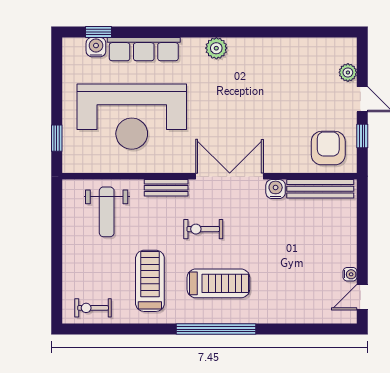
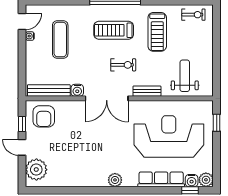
plant: (73, 48) -> (206, 180), added
plant: (348, 72) -> (36, 170), width x1.87, depth x1.87
exercise mat: (302, 269) -> (60, 40), added

